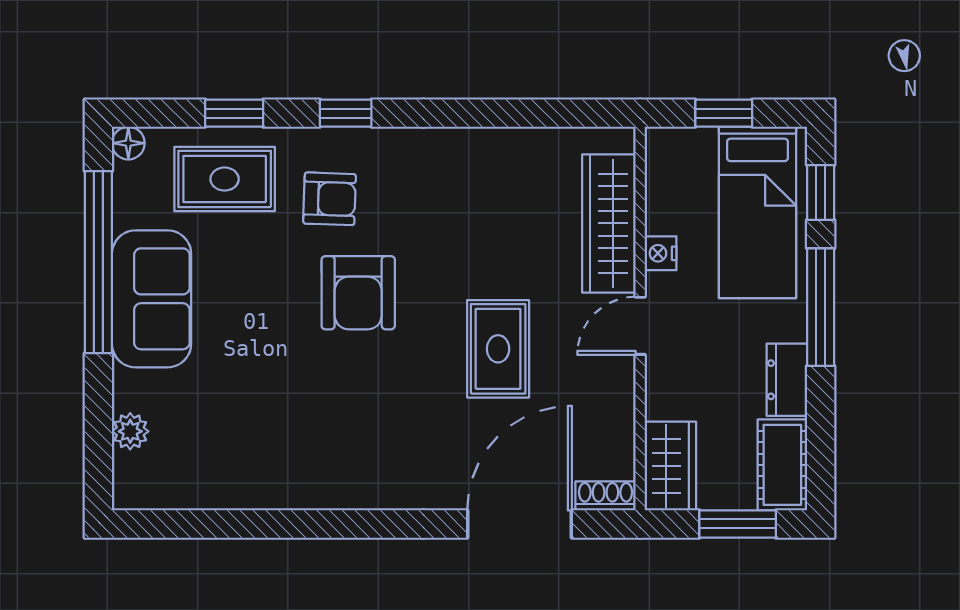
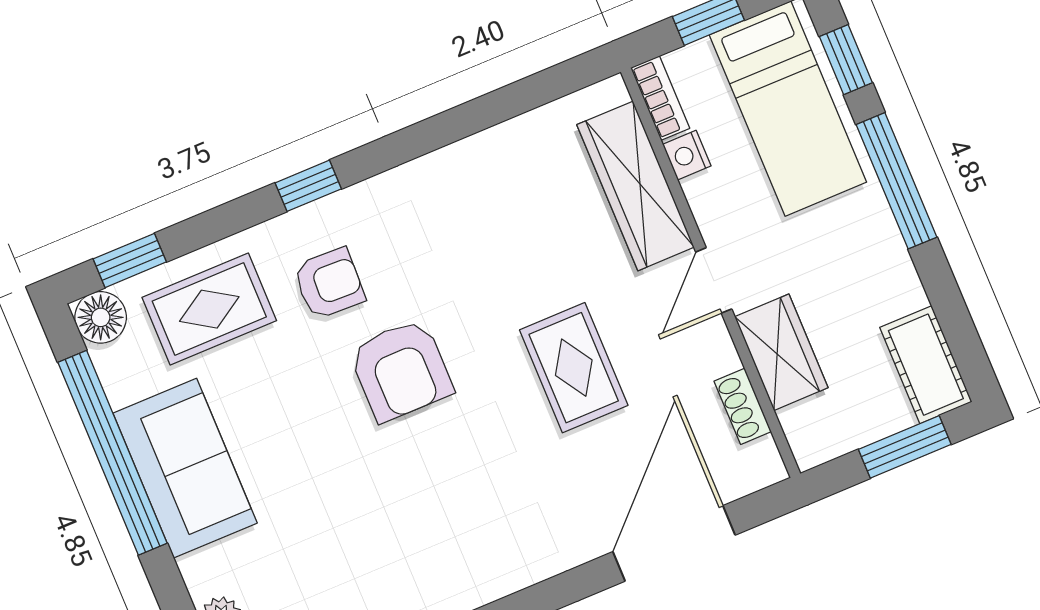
window: (234, 113) -> (130, 260), moved
floor lamp: (128, 143) -> (101, 317), width x1.37, depth x1.37
bookcase: (658, 161) -> (660, 98), added
nightstand: (661, 253) -> (687, 155), moved
dresser: (787, 380) -> (893, 273), removed
wardrobe: (670, 466) -> (781, 352), moved
shoe rack: (605, 496) -> (743, 406), moved, turned -90

